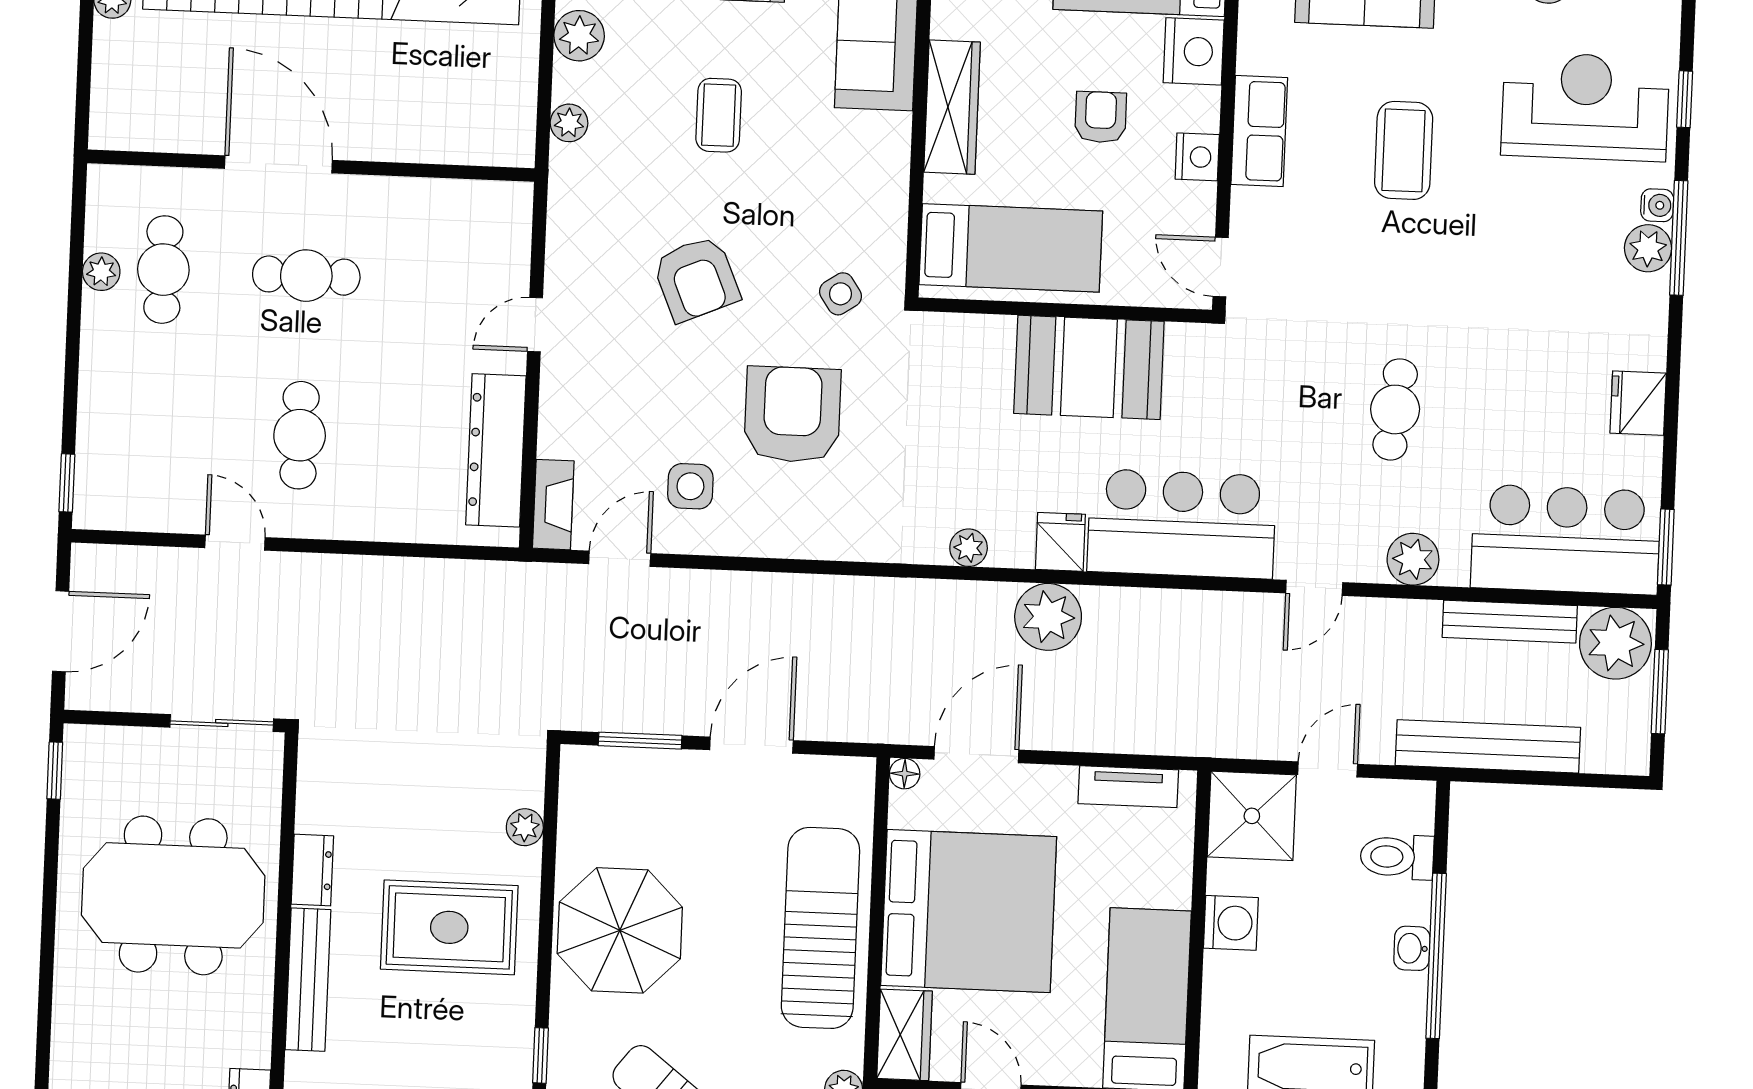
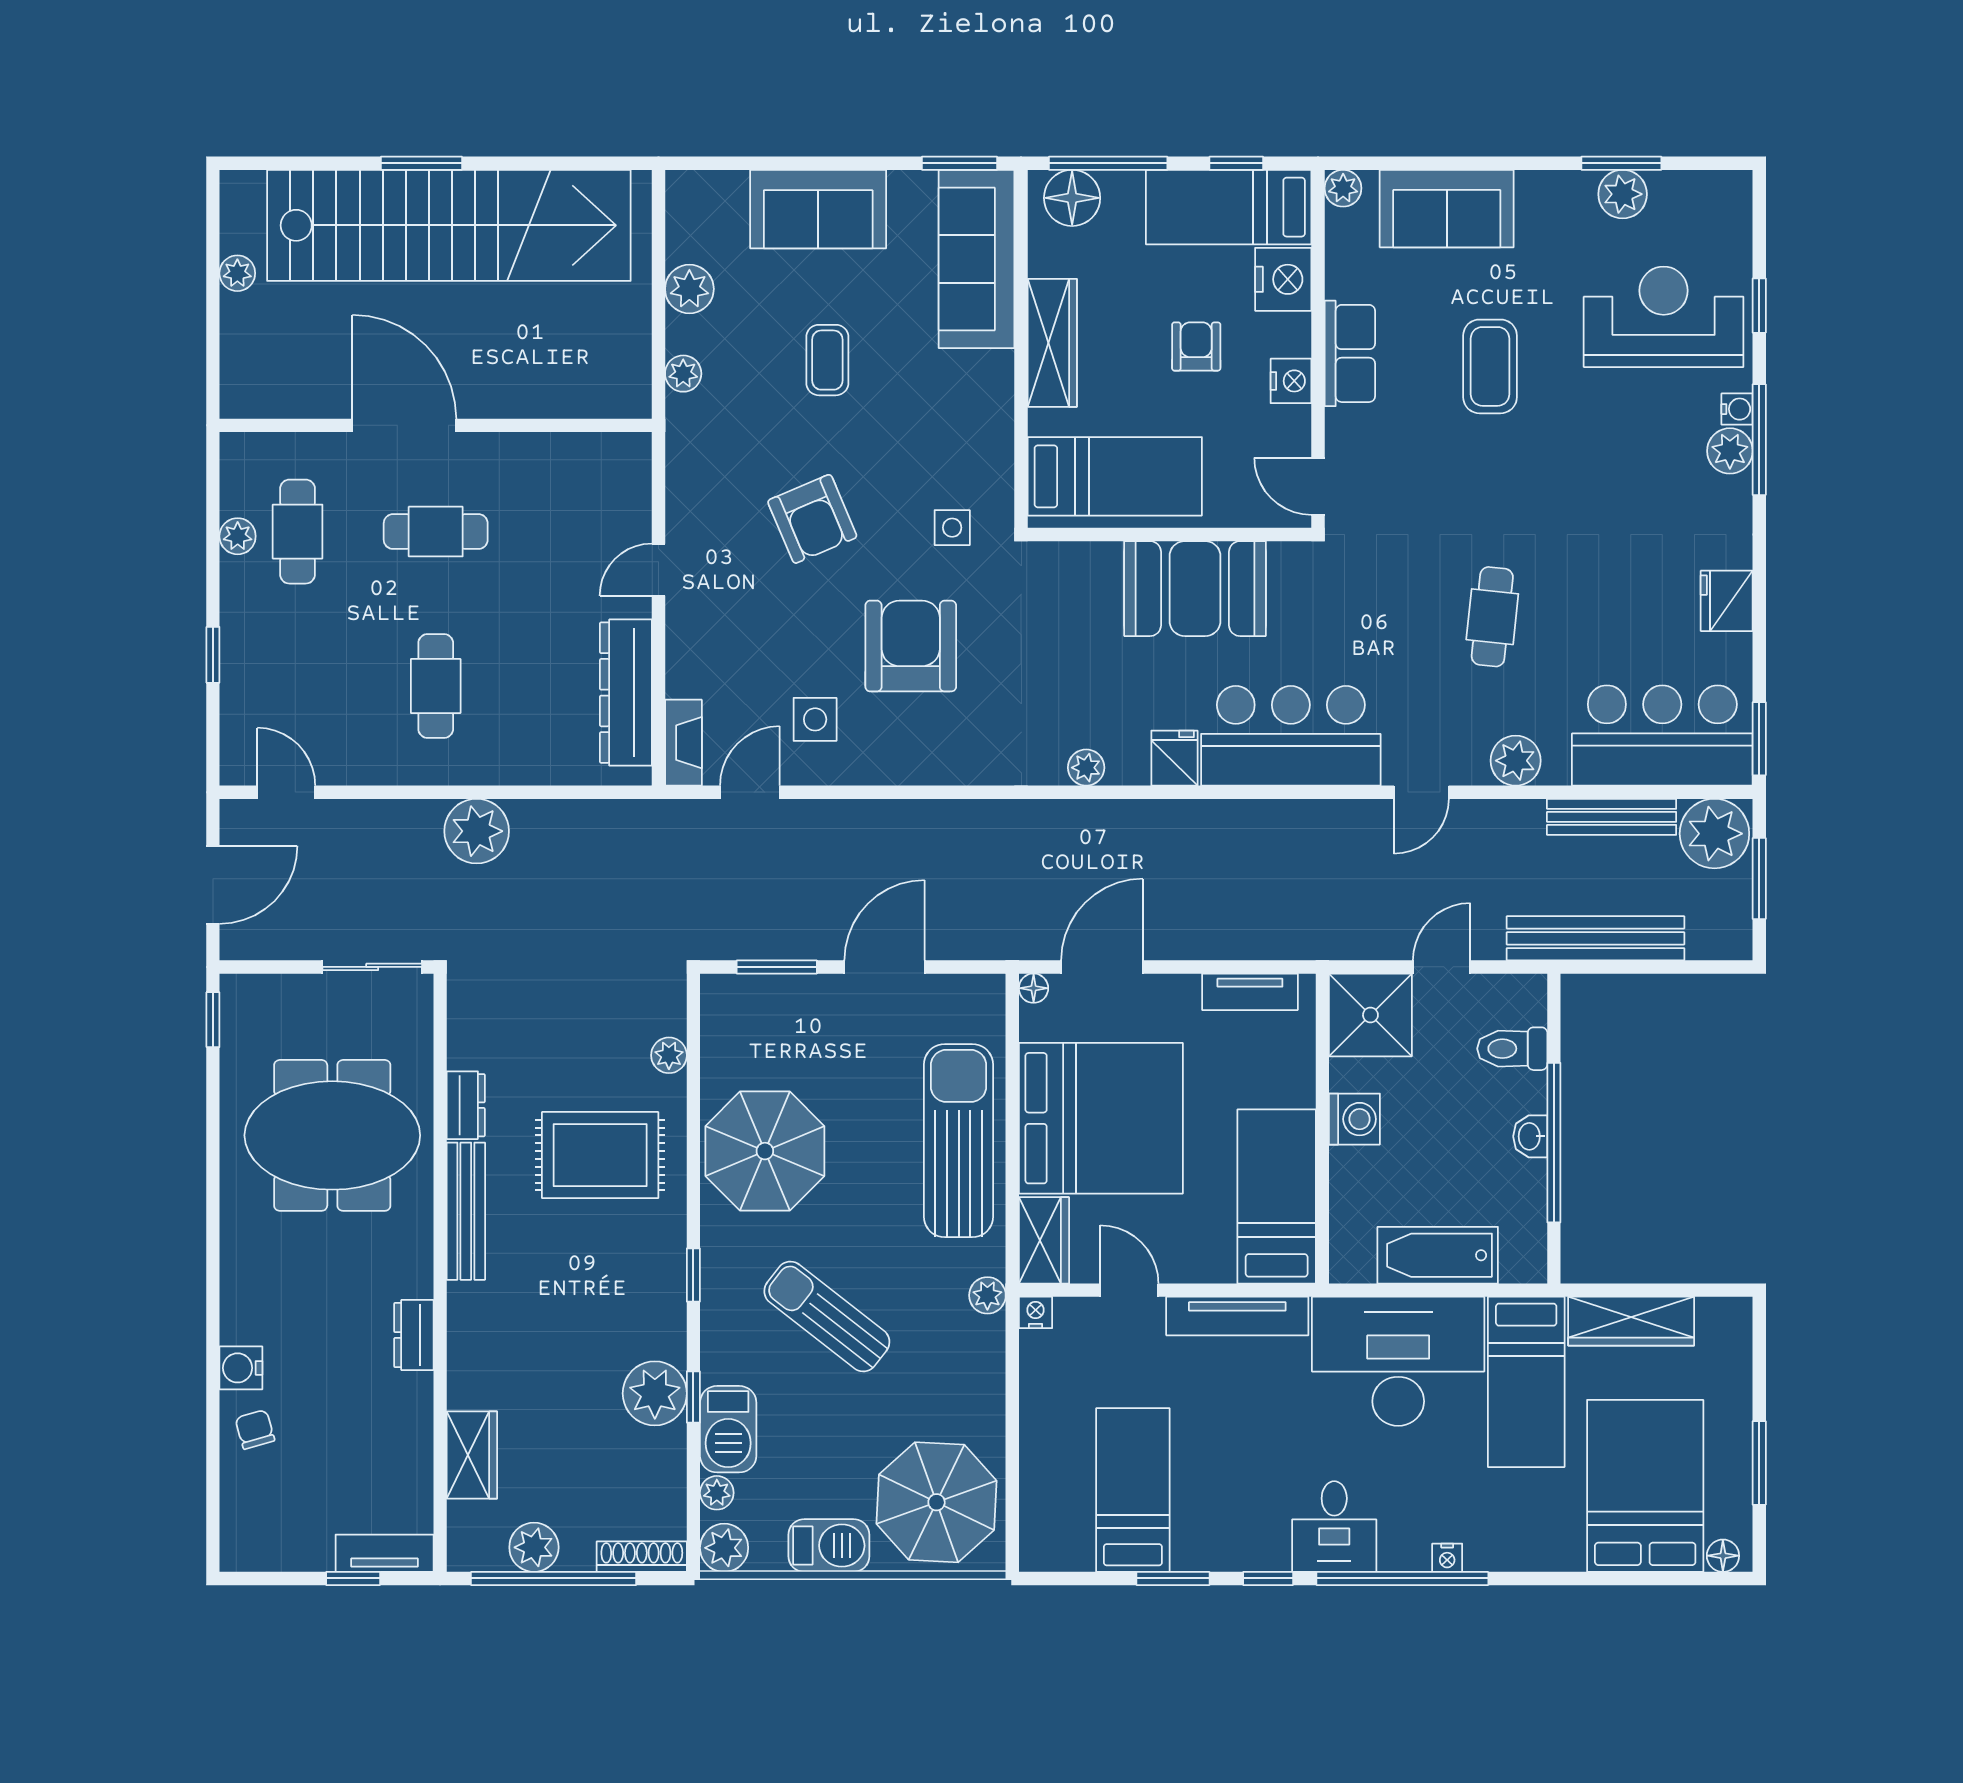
side table: (840, 294) -> (952, 528), turned 34
window: (67, 483) -> (213, 655), moved
door: (235, 543) -> (286, 792), moved
plant: (1048, 617) -> (477, 831), moved

